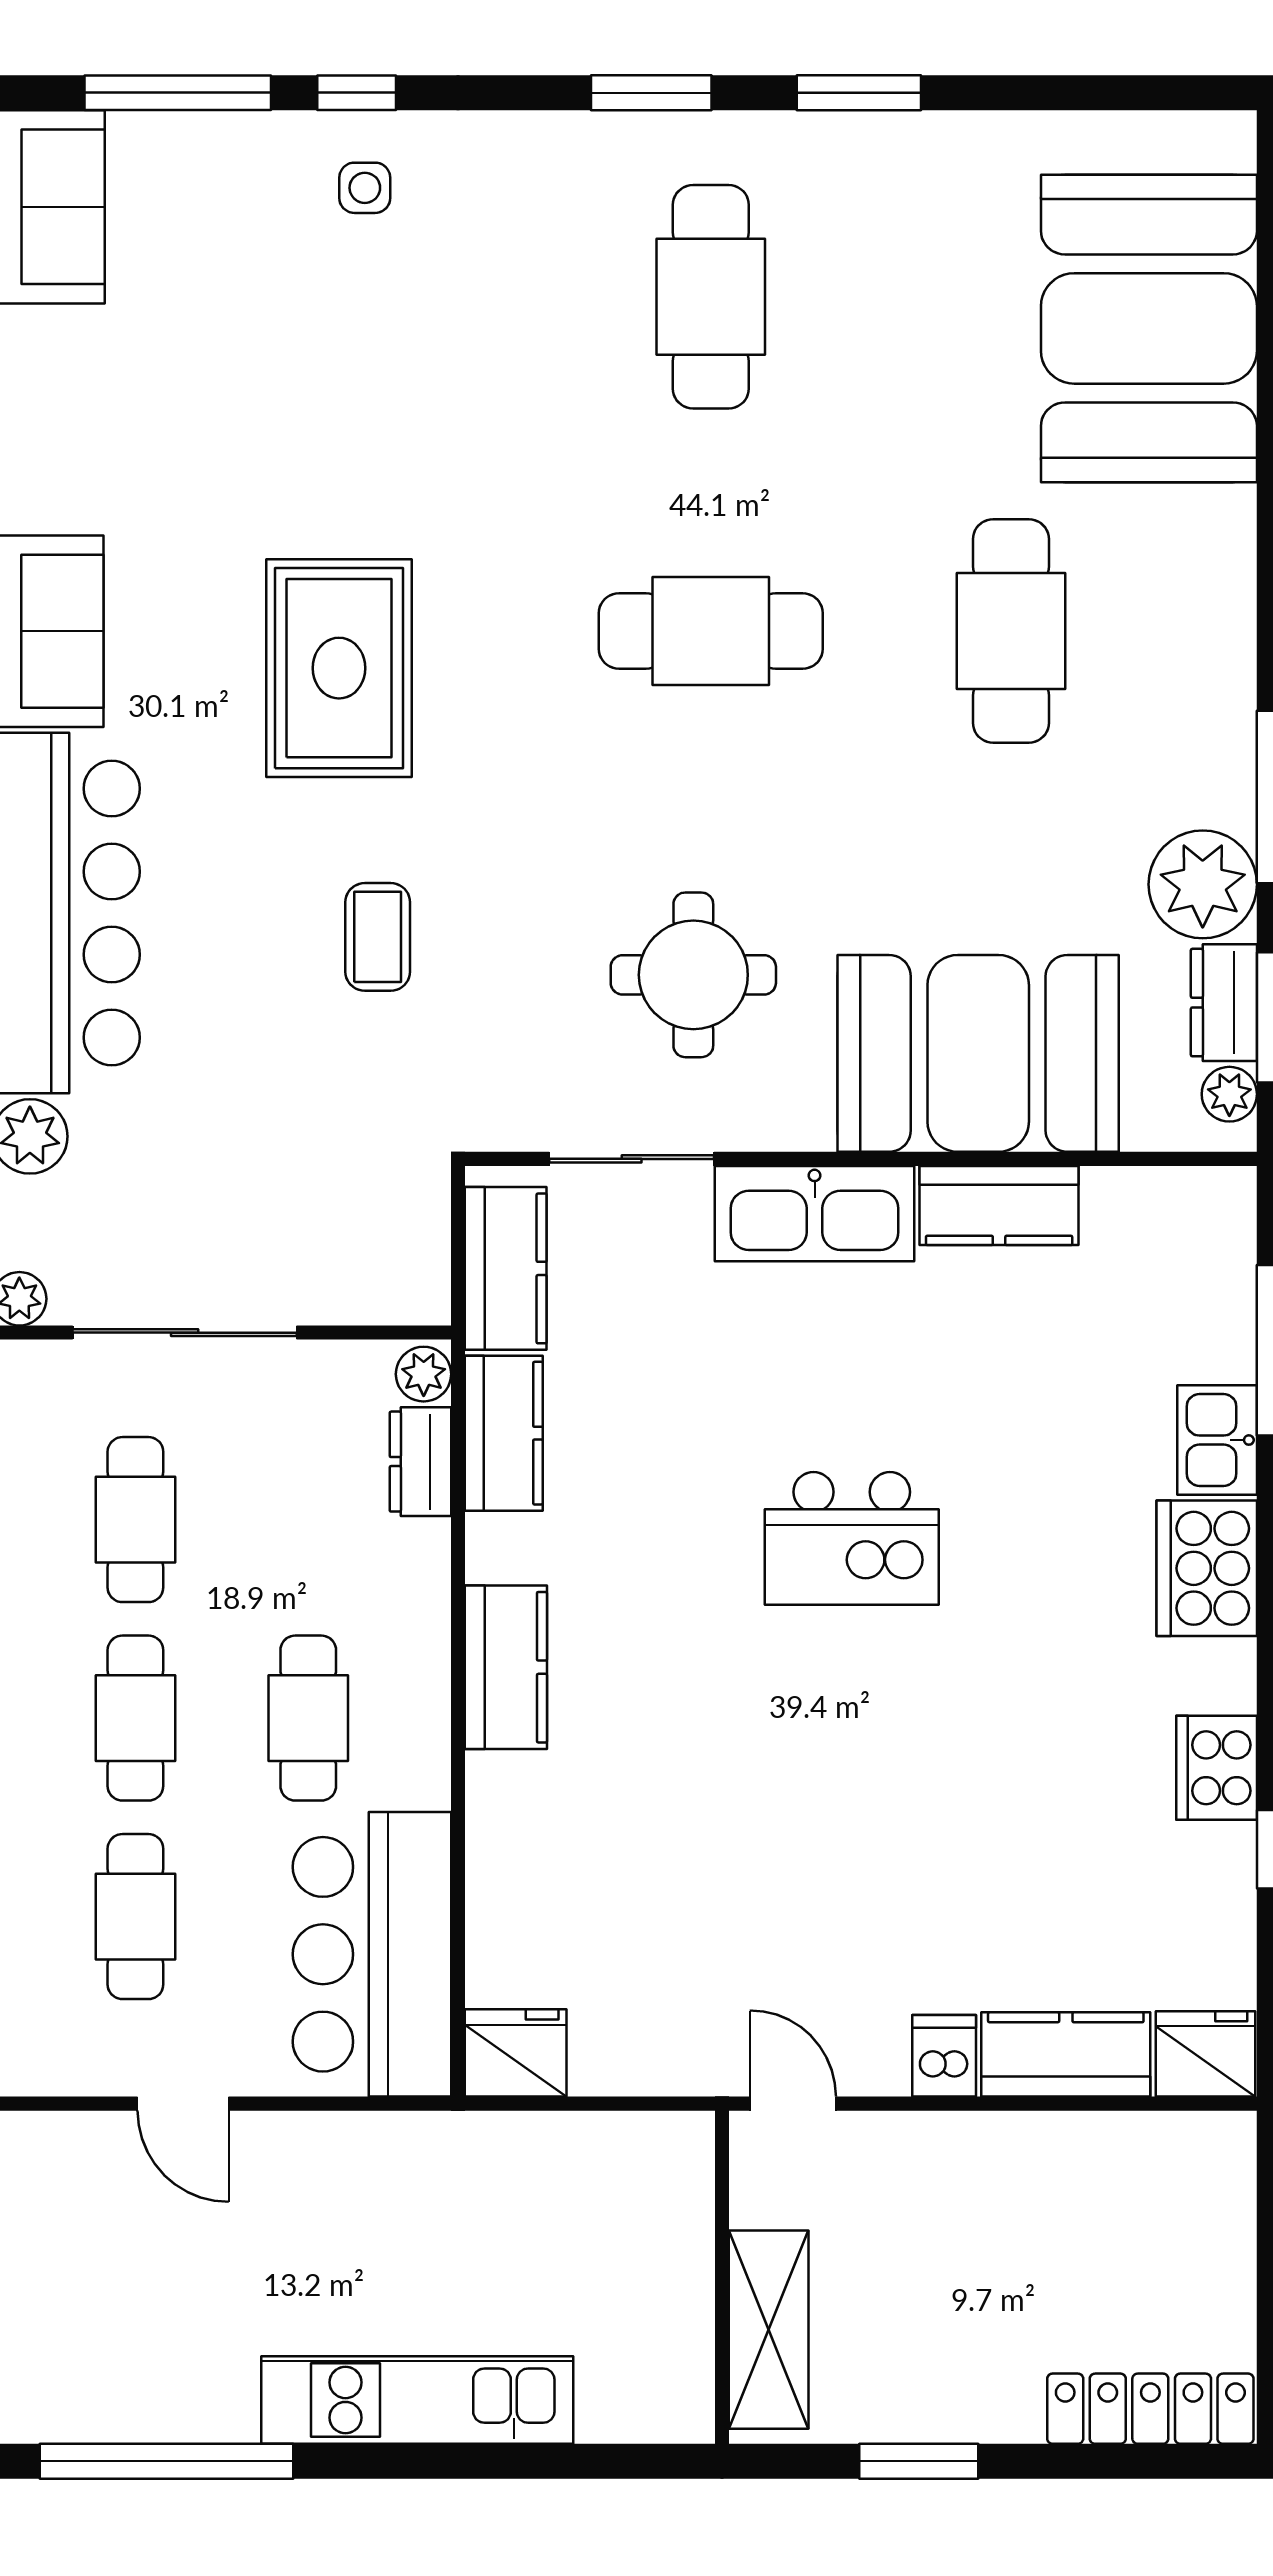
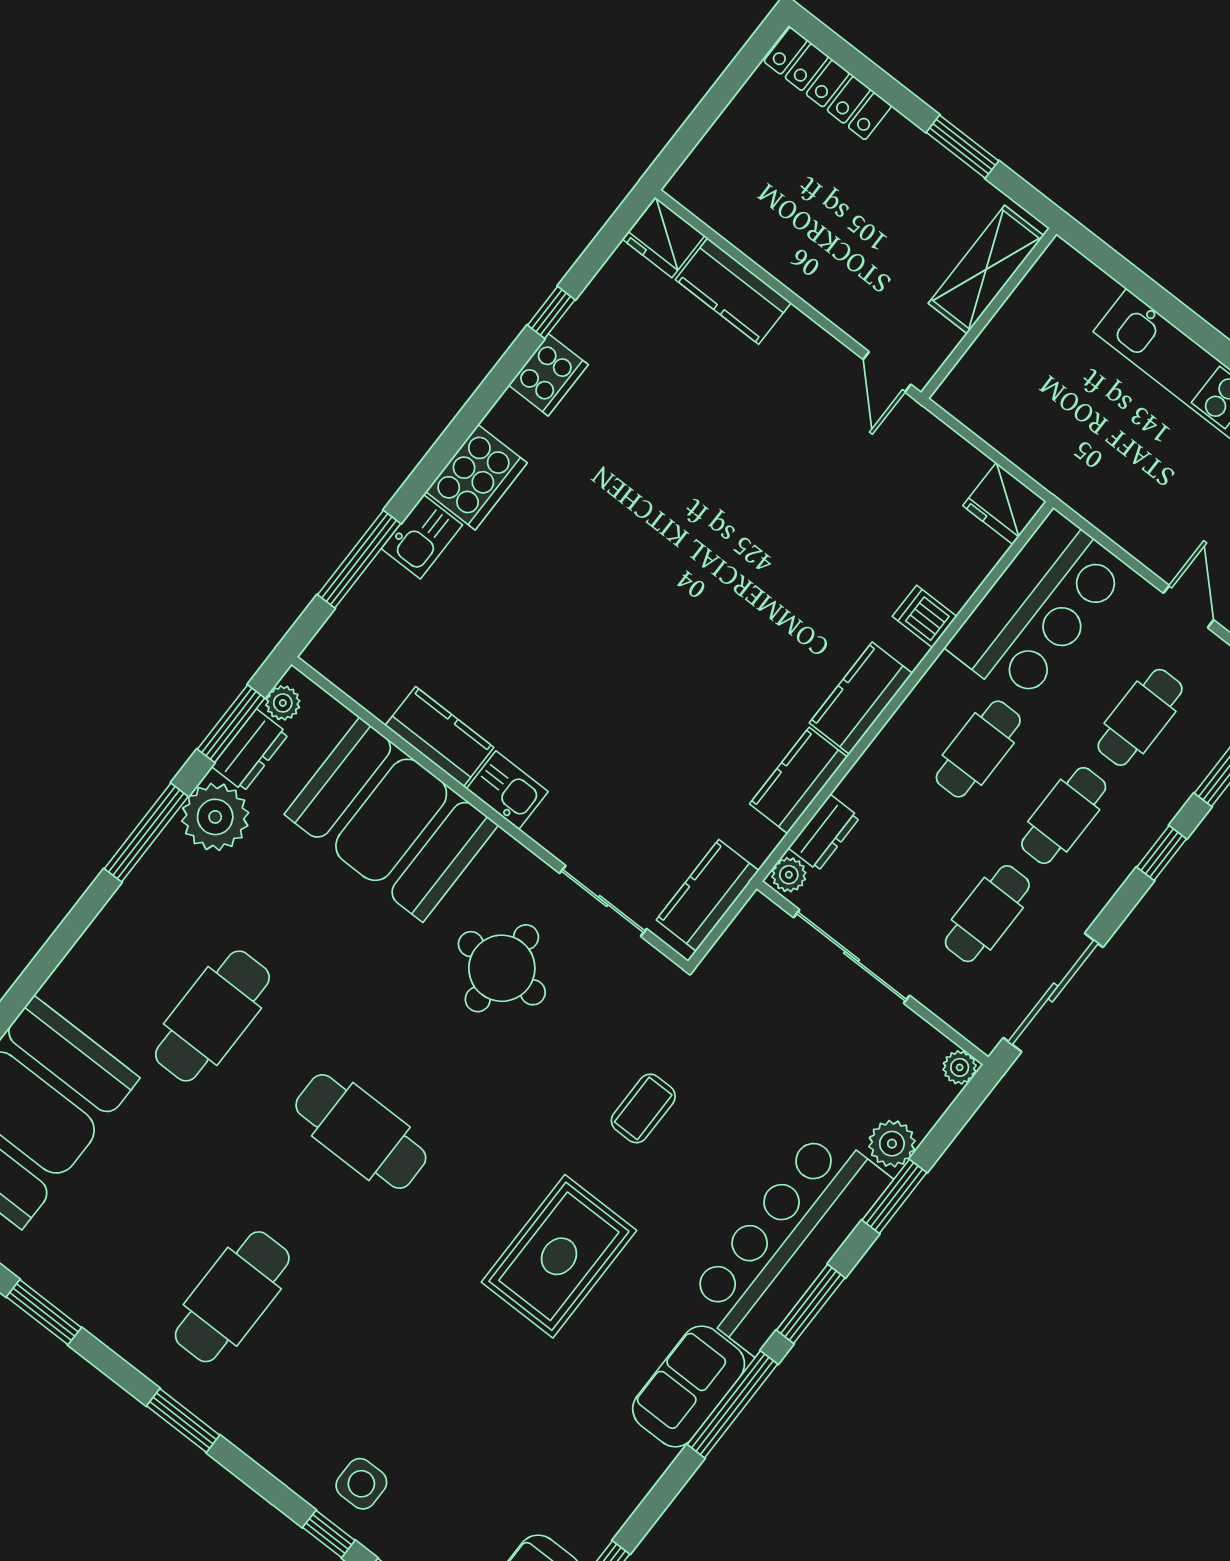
window: (859, 93) -> (44, 1312), moved
side table: (365, 188) -> (361, 1484), width x1.37, depth x1.37
kitchen sink: (815, 1214) -> (507, 790), width x0.53, depth x0.81
sliding door: (185, 1333) -> (852, 956), moved
kitchen counter: (504, 1433) -> (798, 781), moved
kitchen island: (852, 1538) -> (640, 629), removed
dishwasher: (944, 2056) -> (925, 616), moved, turned 90

